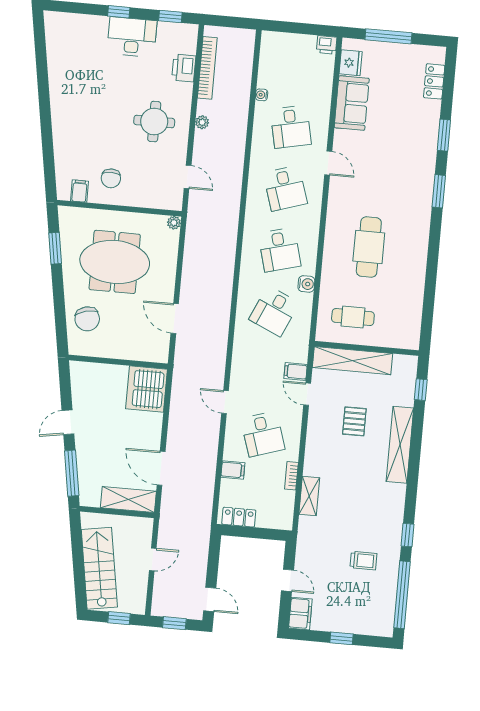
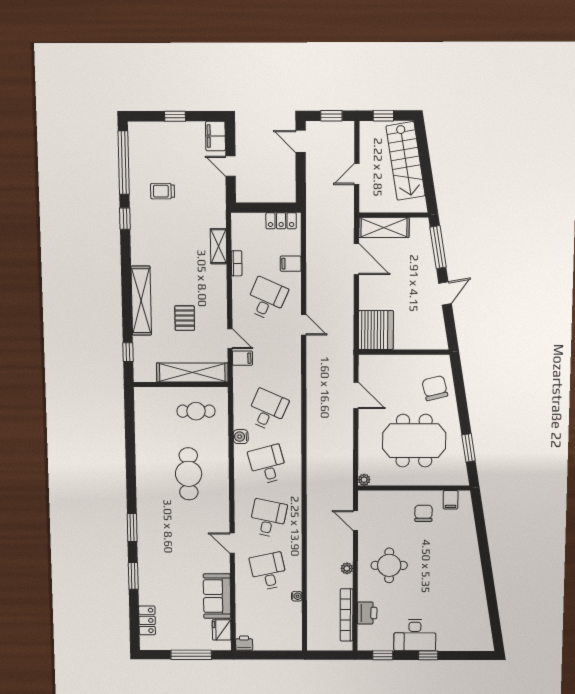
desk: (285, 188) -> (268, 518), turned 30
desk: (263, 434) -> (267, 299), turned 42

